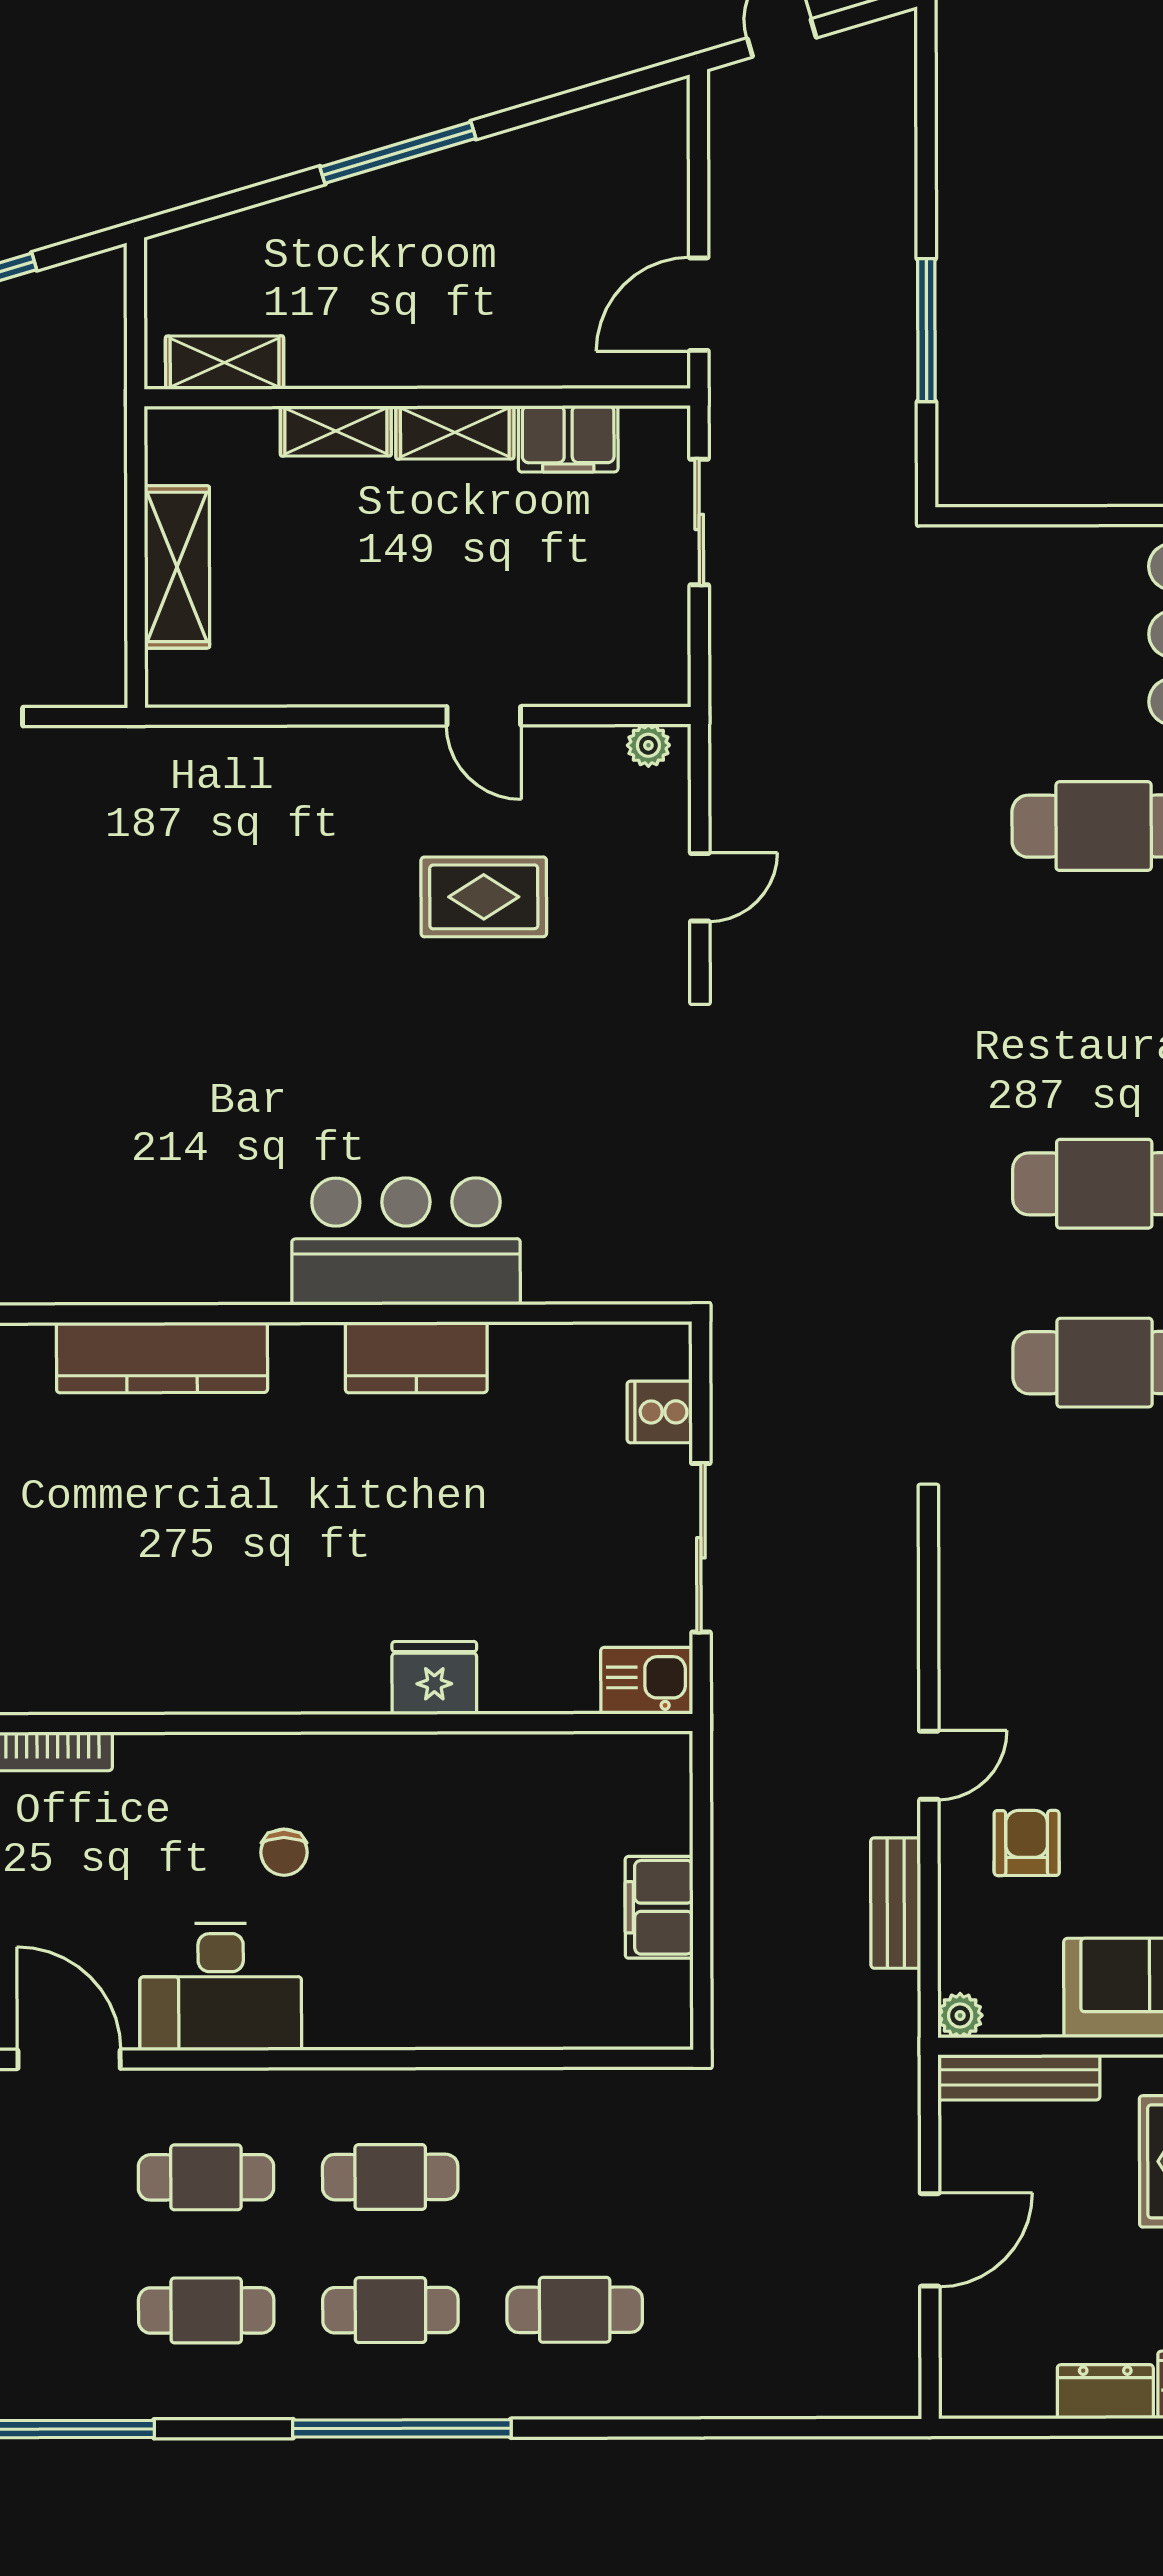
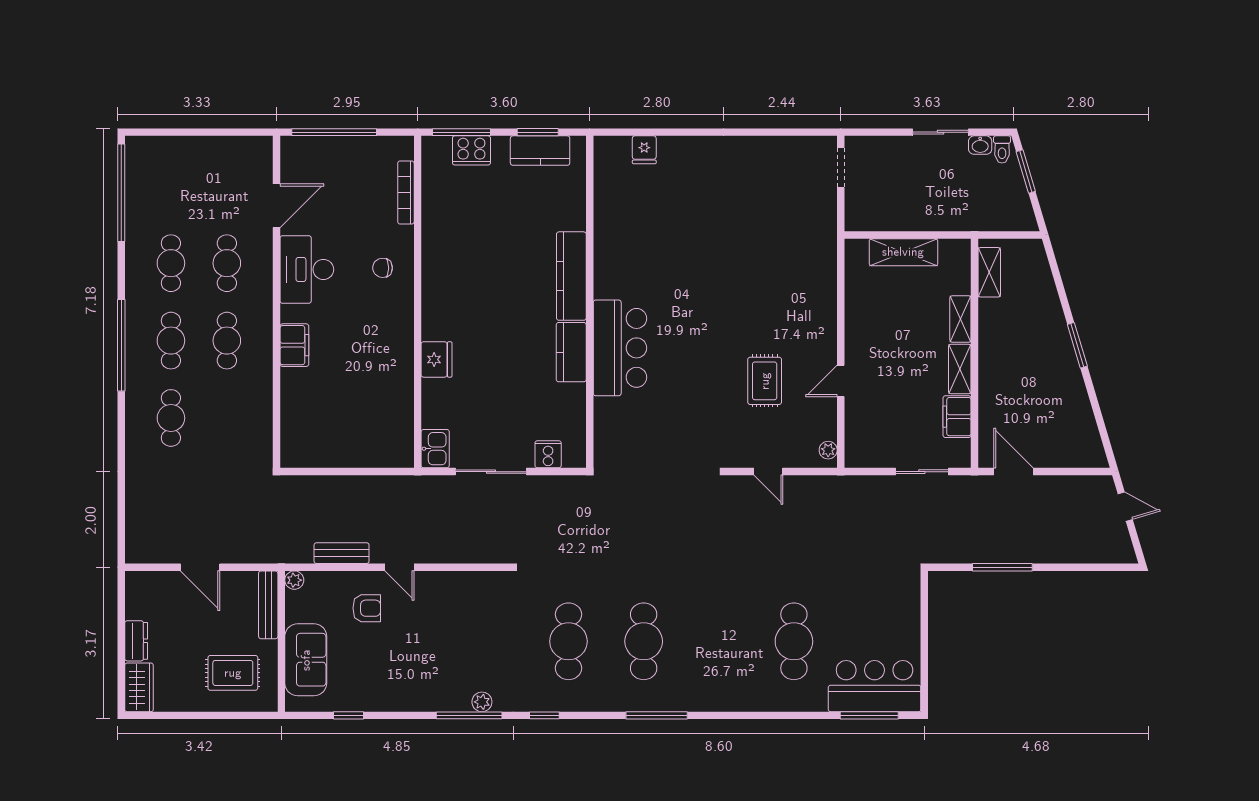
window: (398, 153) -> (1077, 345), width x0.69
kitchen counter: (162, 1357) -> (571, 276), moved
chair: (284, 1852) -> (383, 268), moved
filing cabinet: (659, 1907) -> (294, 345), moved, turned 90

